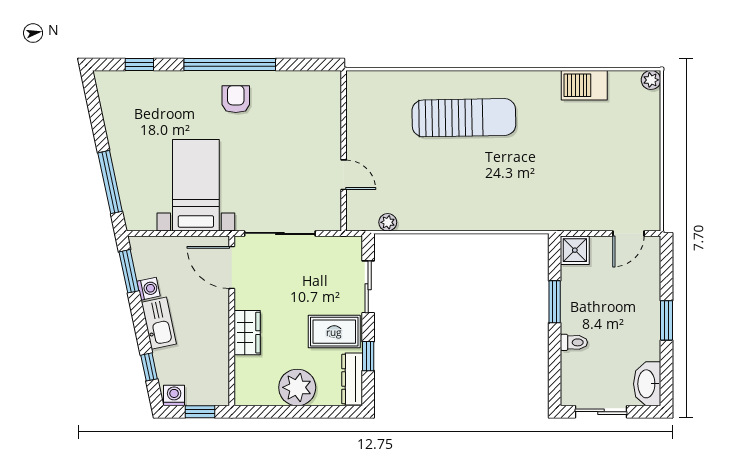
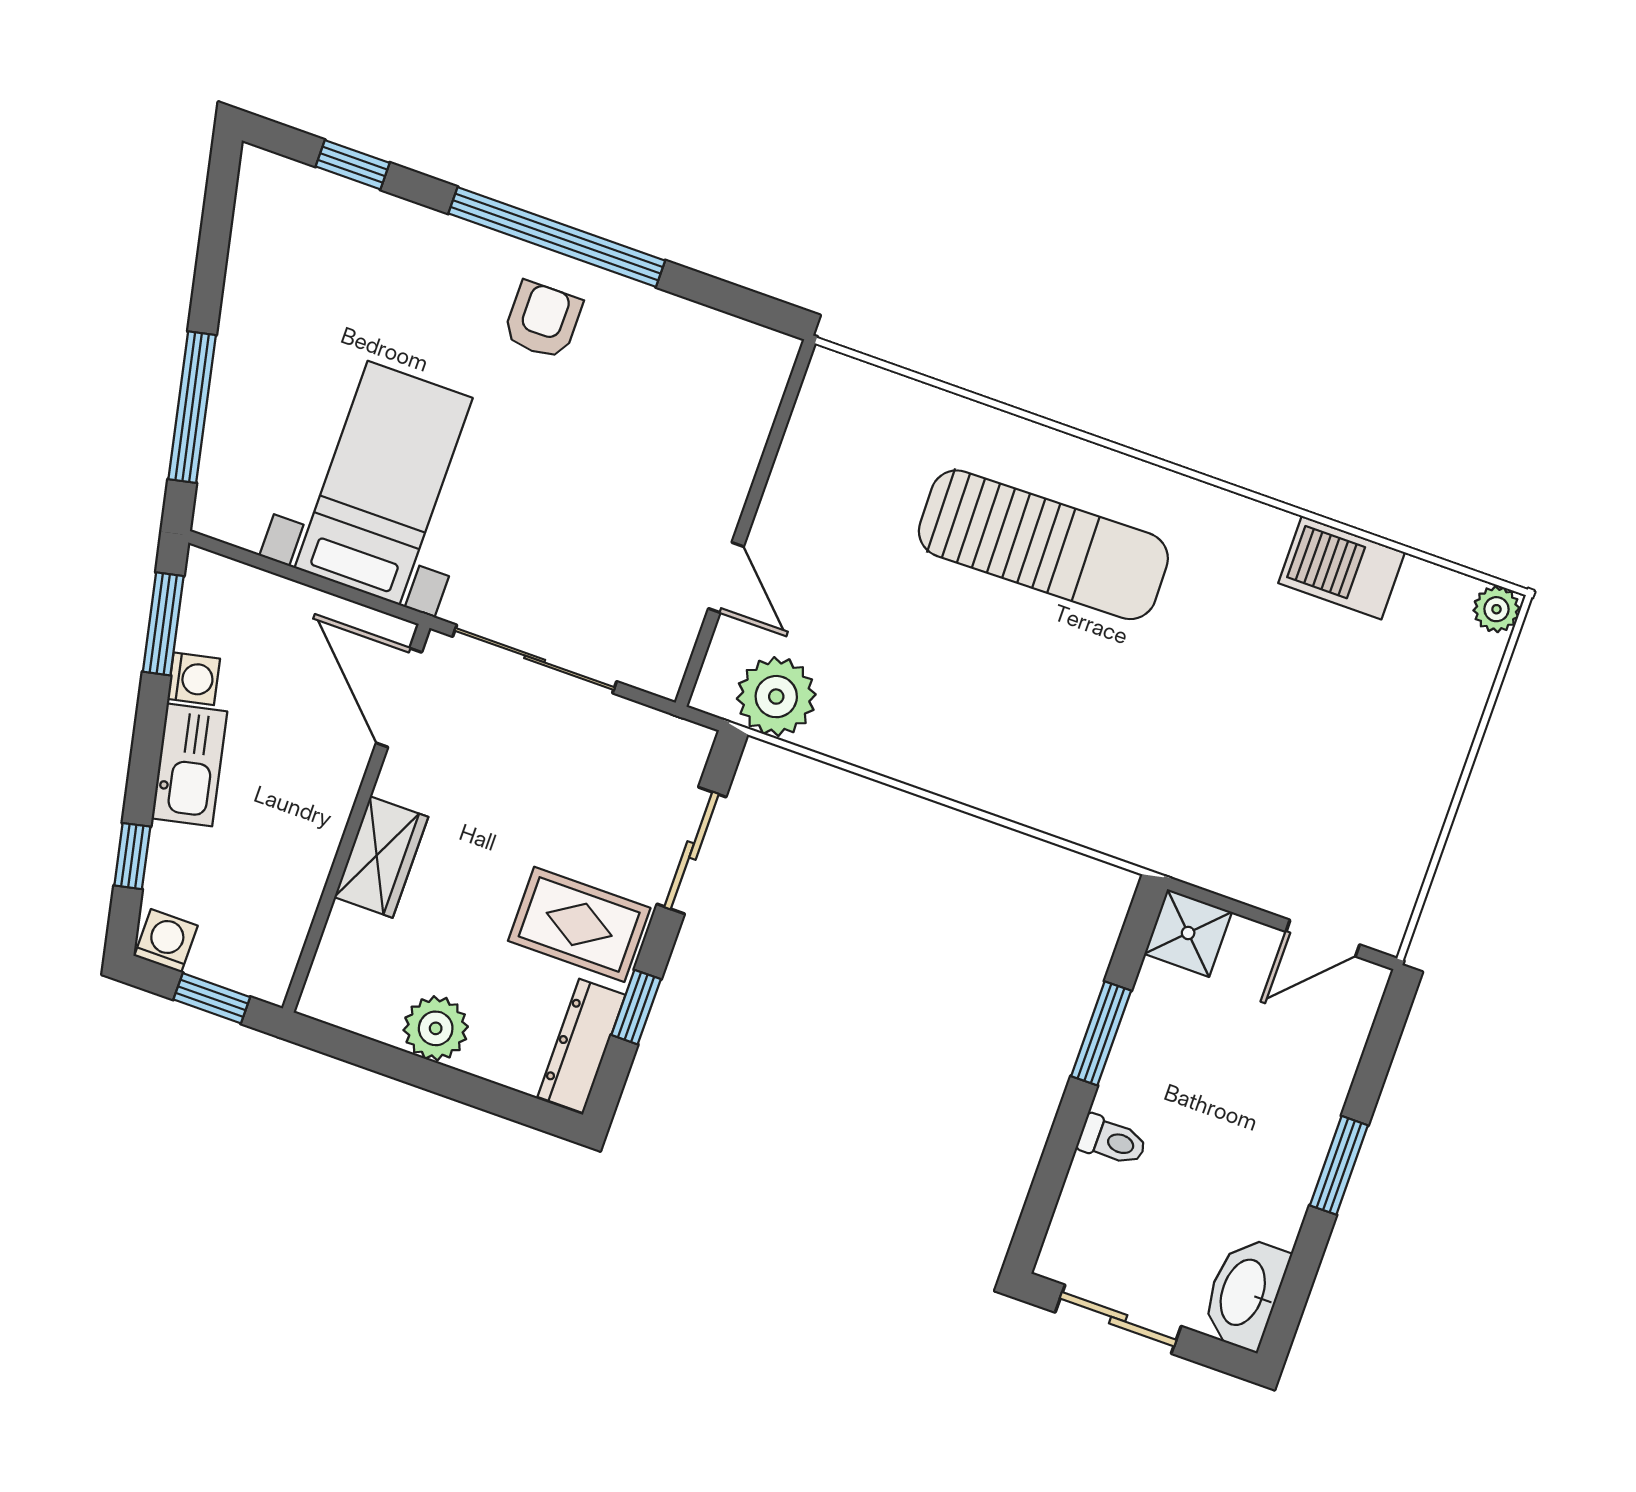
plant: (388, 222) -> (776, 697), width x1.87, depth x1.87
plant: (297, 387) -> (436, 1028), width x0.73, depth x0.73

